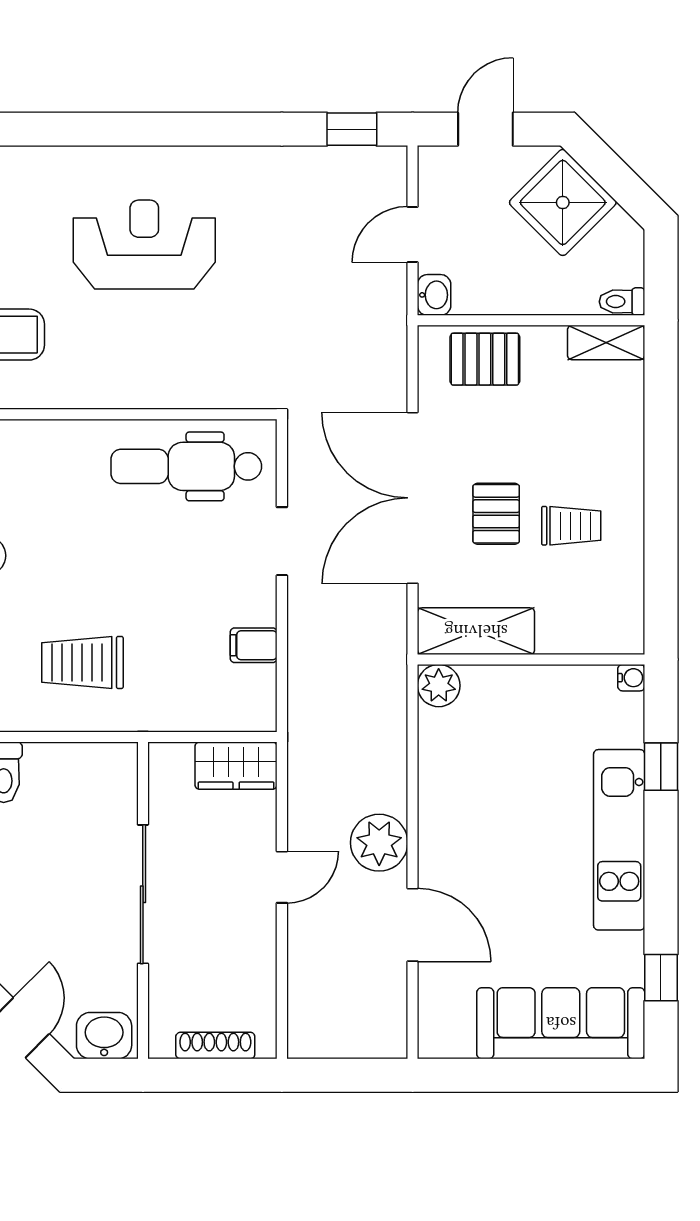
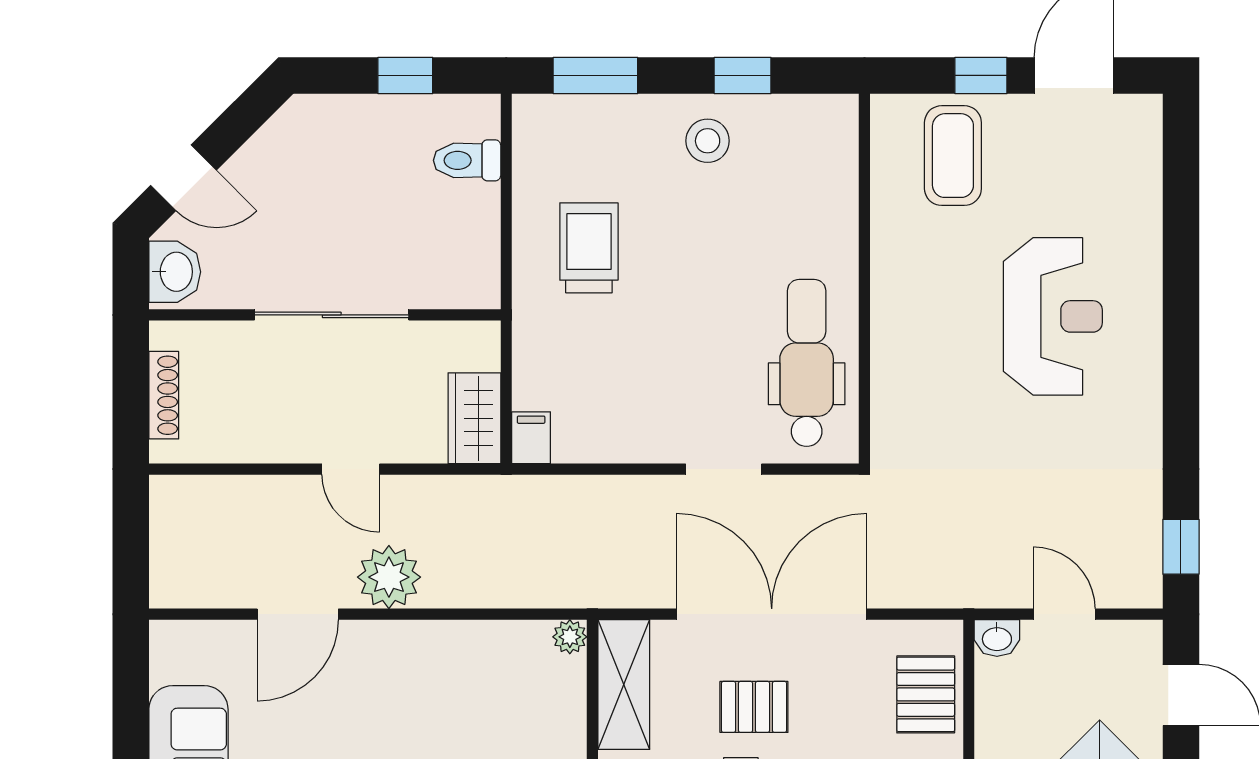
filing cabinet: (254, 645) -> (531, 438), moved
plant: (439, 686) -> (570, 637), width x0.73, depth x0.73

